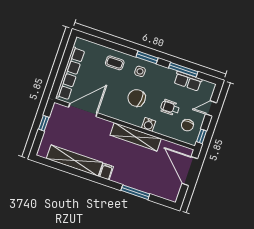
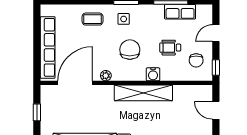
chair: (137, 98) -> (130, 50), turned 84
plant: (110, 112) -> (106, 76), added
door: (190, 171) -> (216, 110), width x0.53

